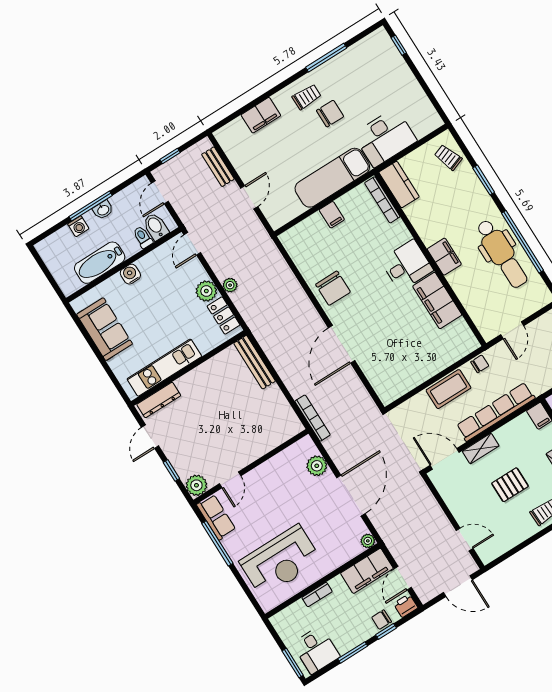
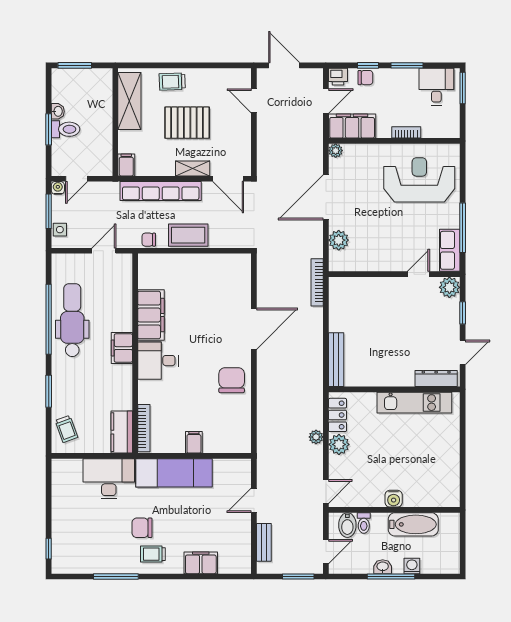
window: (170, 156) -> (298, 577), width x1.50
sofa: (105, 329) -> (444, 466), removed
pallet: (510, 485) -> (187, 123), width x1.50, depth x1.42

